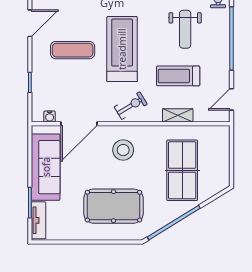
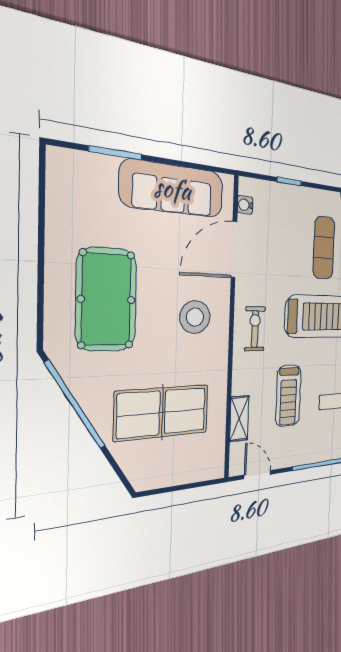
treadmill: (178, 76) -> (288, 396), turned 180
exercise bike: (131, 106) -> (255, 329), turned -149
shelving: (178, 115) -> (239, 418), moved
door: (79, 124) -> (234, 249), hinge flipped
tv unit: (39, 220) -> (84, 164), removed

